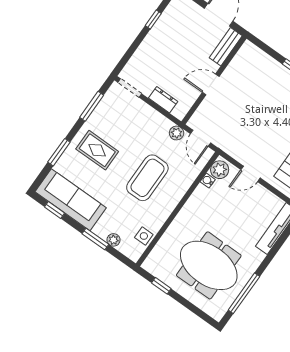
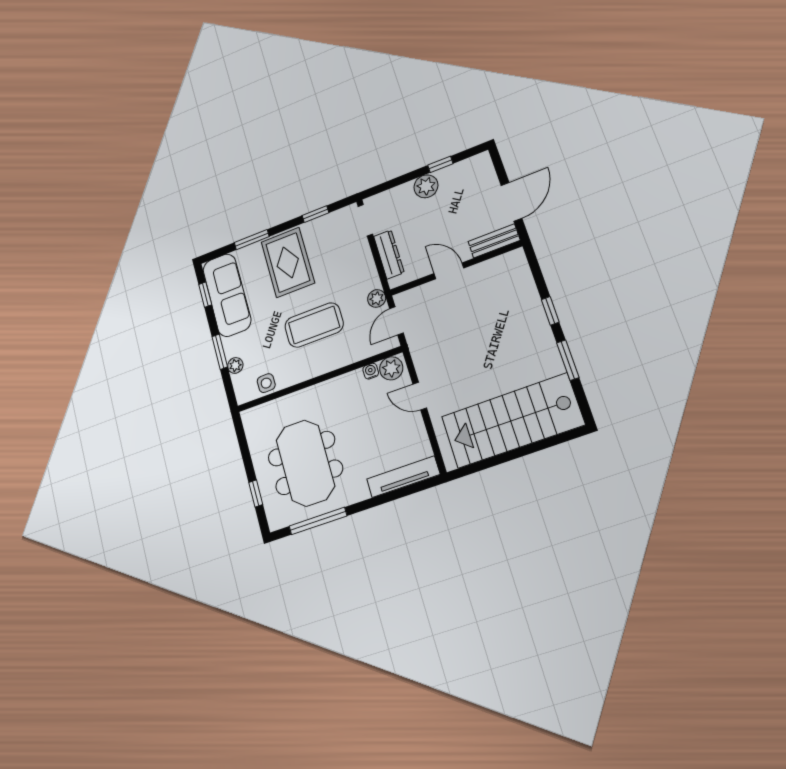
plant: (154, 40) -> (426, 186), added
dresser: (163, 100) -> (389, 254), width x1.44
window: (92, 106) -> (316, 214), width x0.67
rug: (97, 150) -> (288, 262), width x1.36, depth x1.43
window: (161, 286) -> (256, 493), moved

